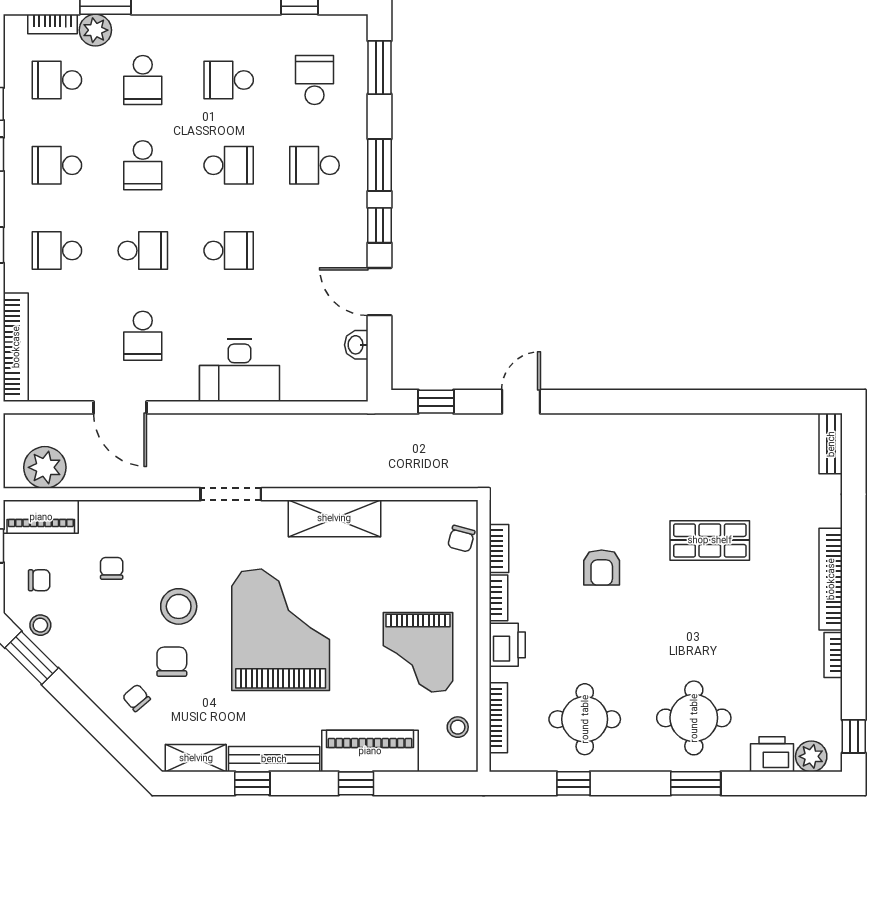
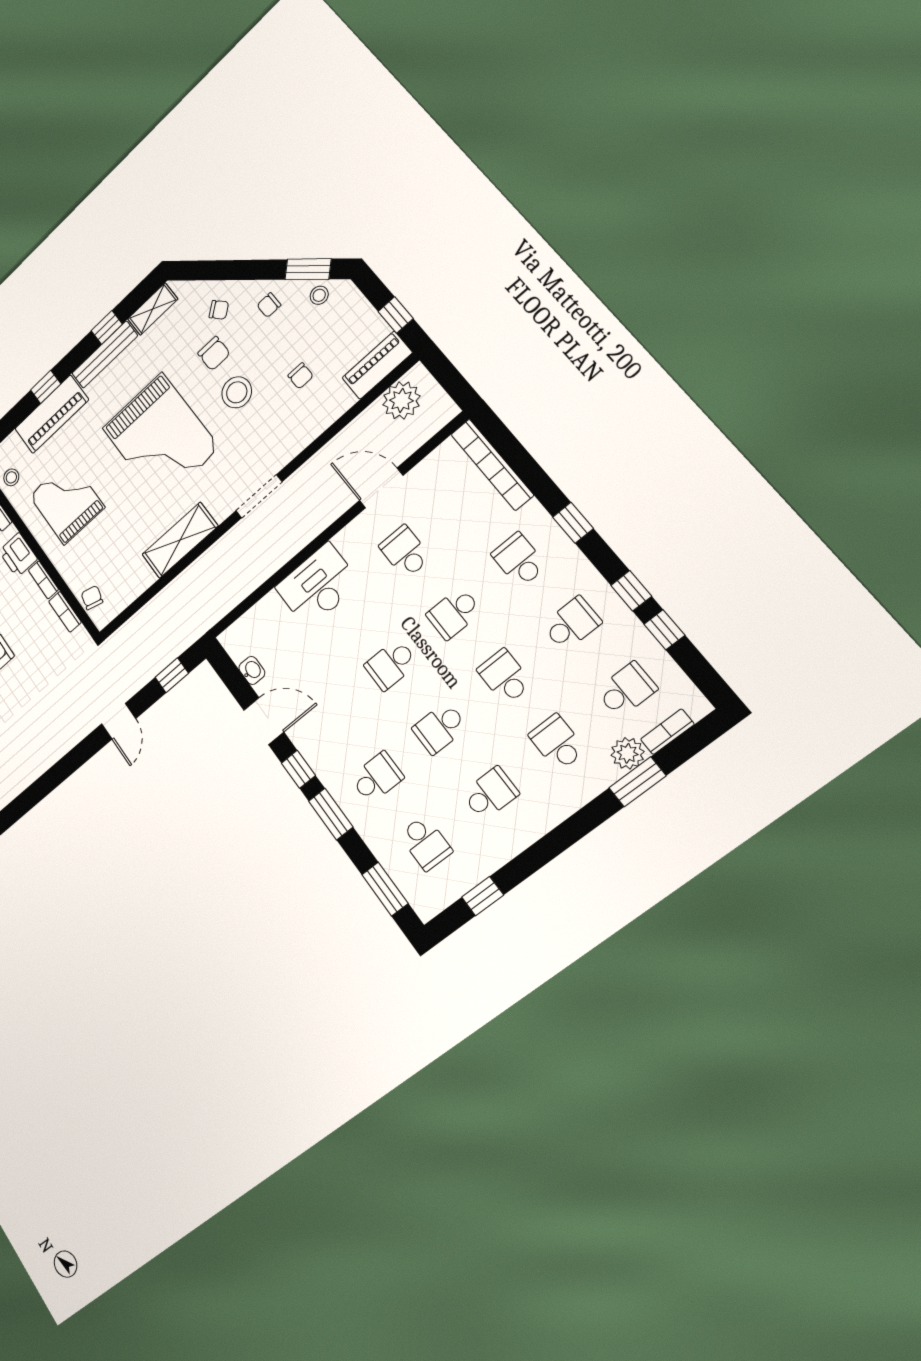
school desk: (57, 251) -> (519, 560), turned -90
chair: (39, 580) -> (269, 305), moved

